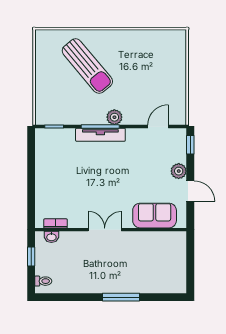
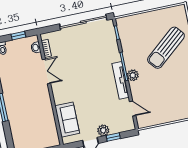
tv unit: (100, 135) -> (121, 80), moved
window: (190, 145) -> (113, 137), moved
sliding door: (31, 168) -> (83, 22), added
double door: (105, 230) -> (46, 71), moved

